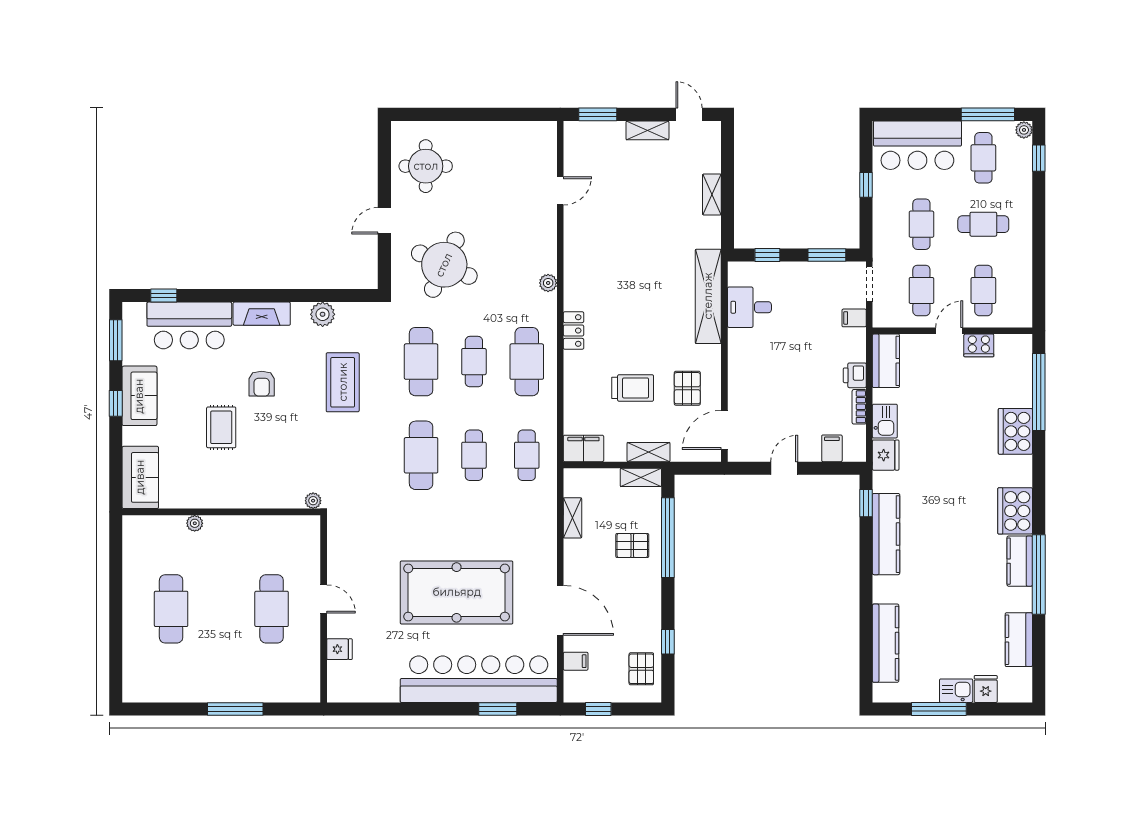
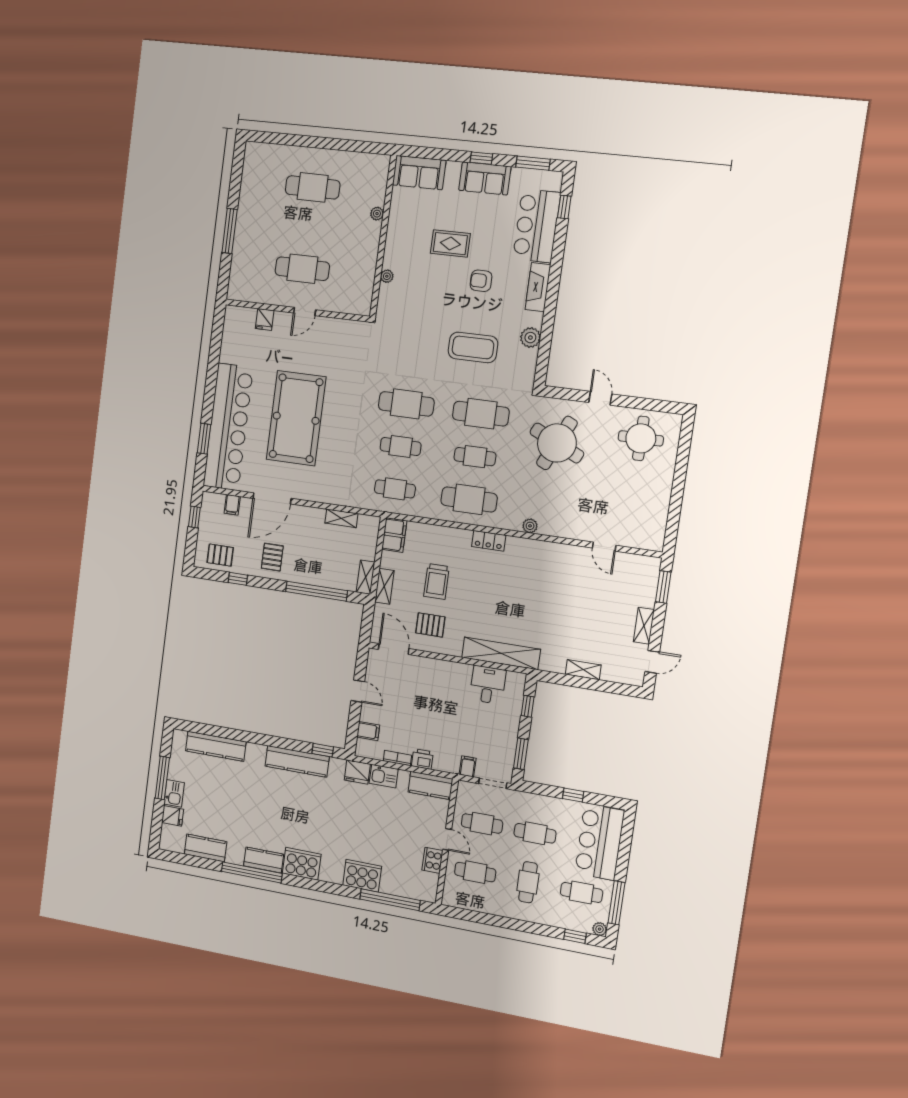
plant: (313, 501) -> (387, 276), moved
pallet: (632, 545) -> (272, 557), moved

